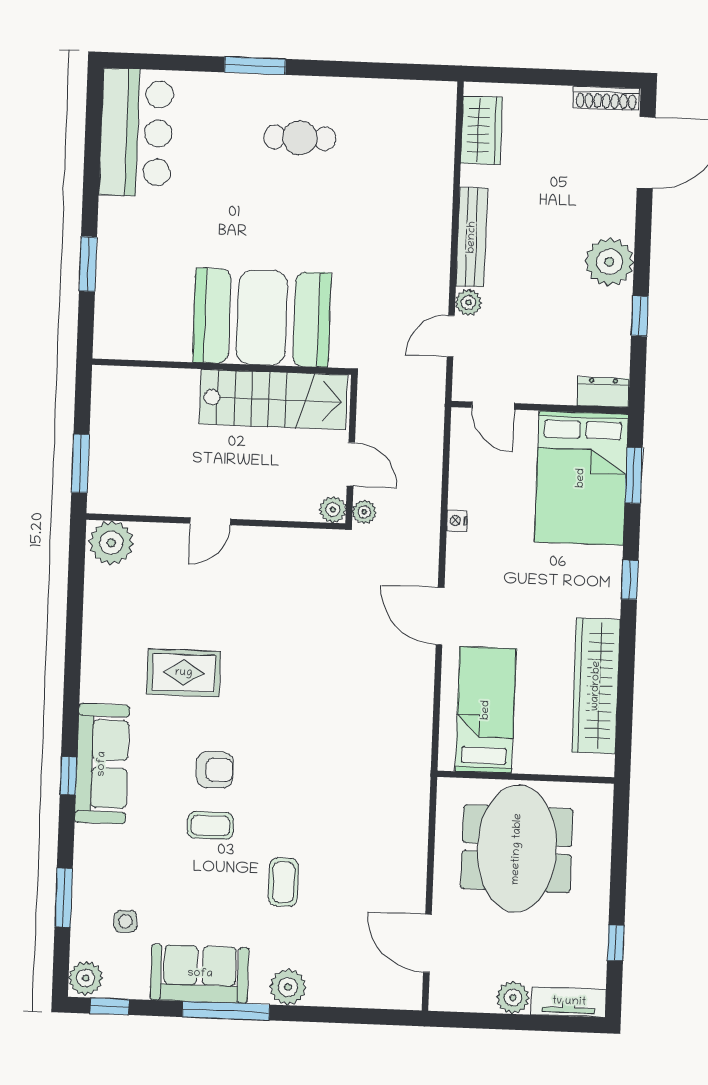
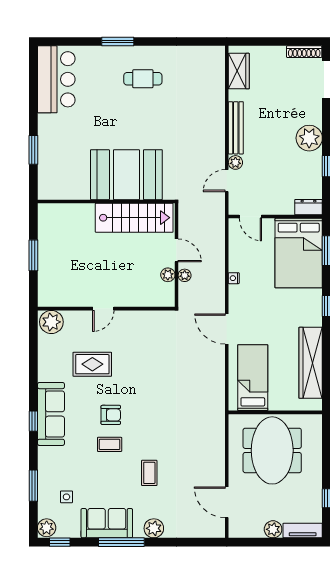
door: (210, 521) -> (103, 309), moved
wall: (216, 521) -> (106, 309), moved
plant: (111, 543) -> (51, 322), moved

